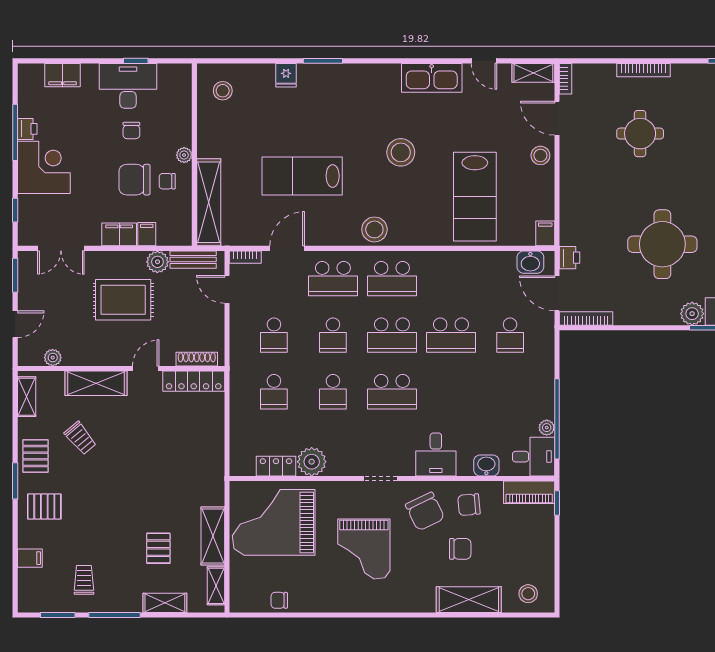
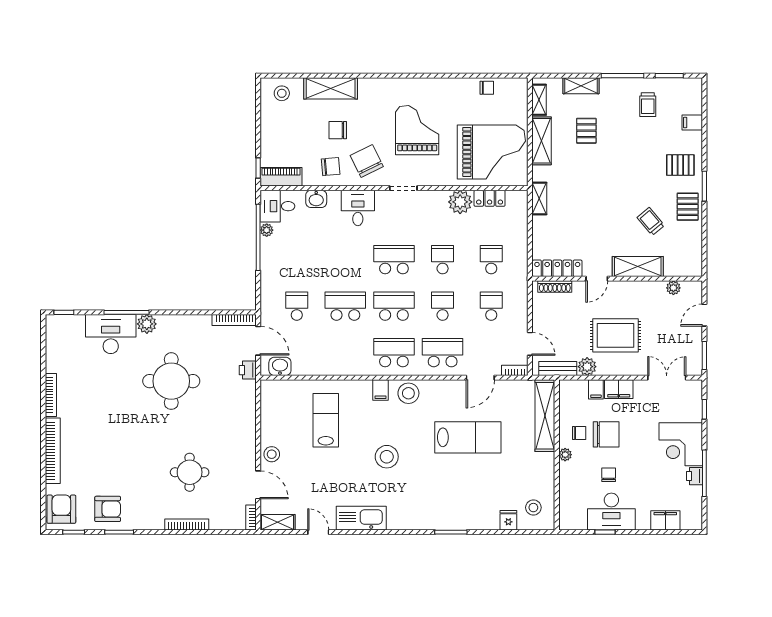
fridge: (286, 75) -> (508, 520), moved
lab bench: (475, 197) -> (326, 420), width x0.73, depth x0.72
filing cabinet: (545, 233) -> (381, 390), moved
shelving: (27, 397) -> (539, 198), moved

